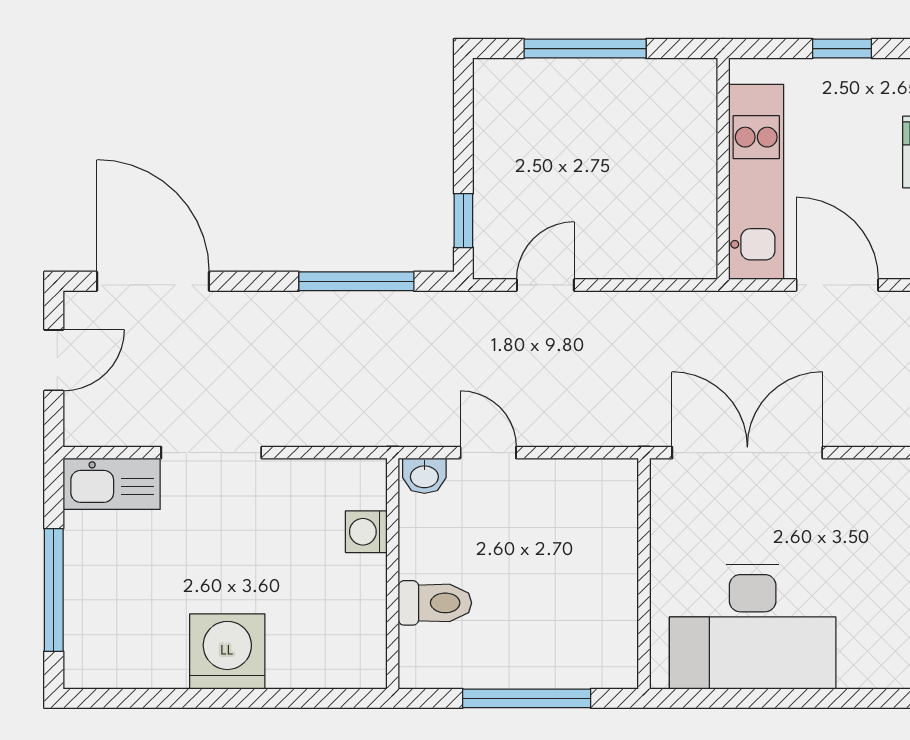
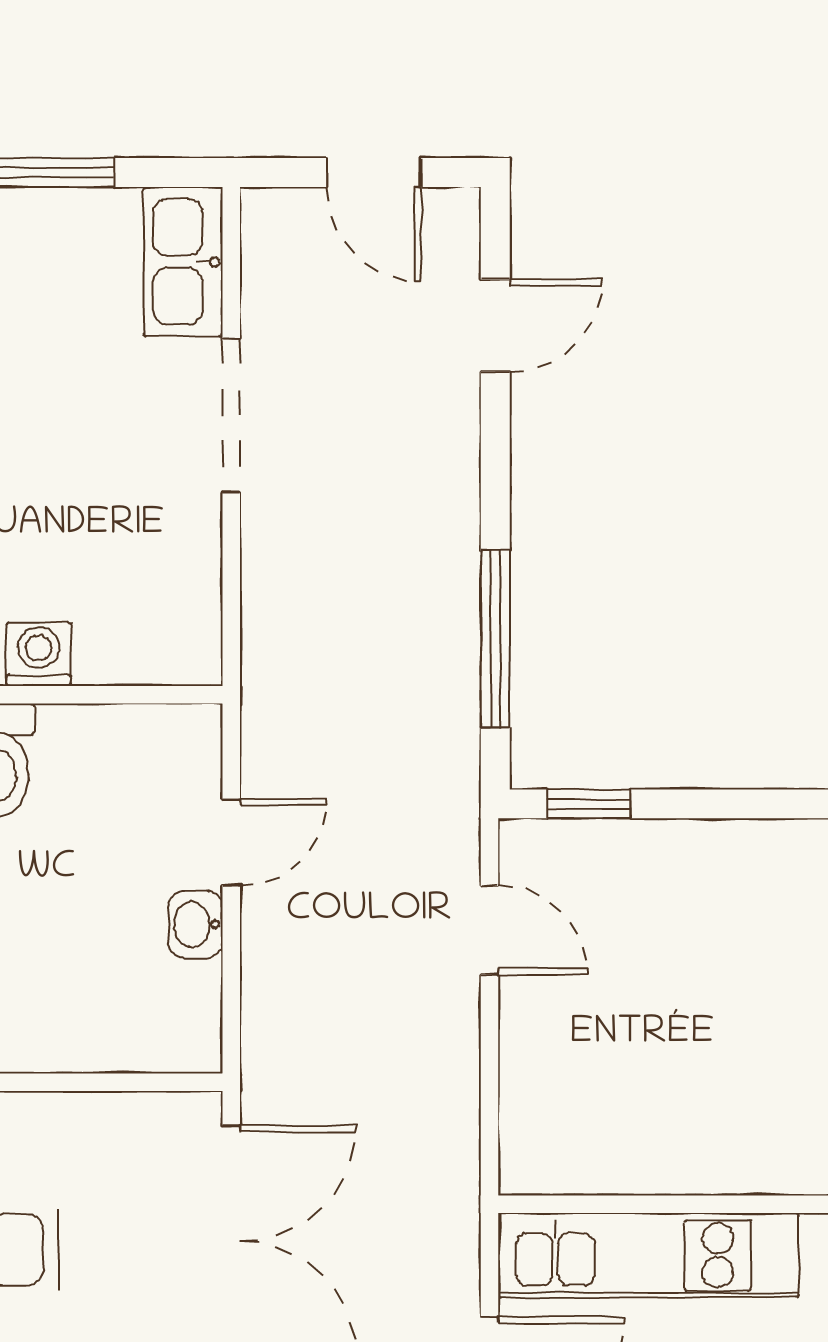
door: (153, 281) -> (495, 325), width x0.53
washbasin: (424, 476) -> (196, 924), moved
washing machine: (366, 532) -> (39, 654), moved

